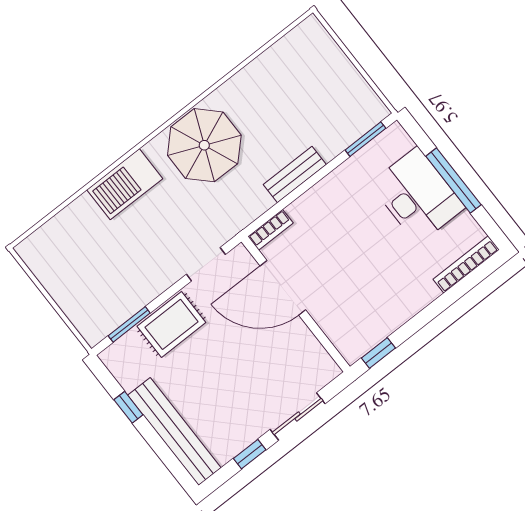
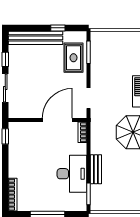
bench: (295, 174) -> (96, 169), moved
desk: (417, 196) -> (72, 174), moved, turned -90
rug: (171, 324) -> (73, 58), moved

